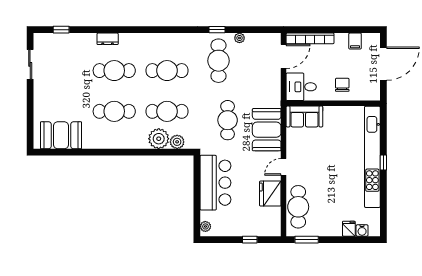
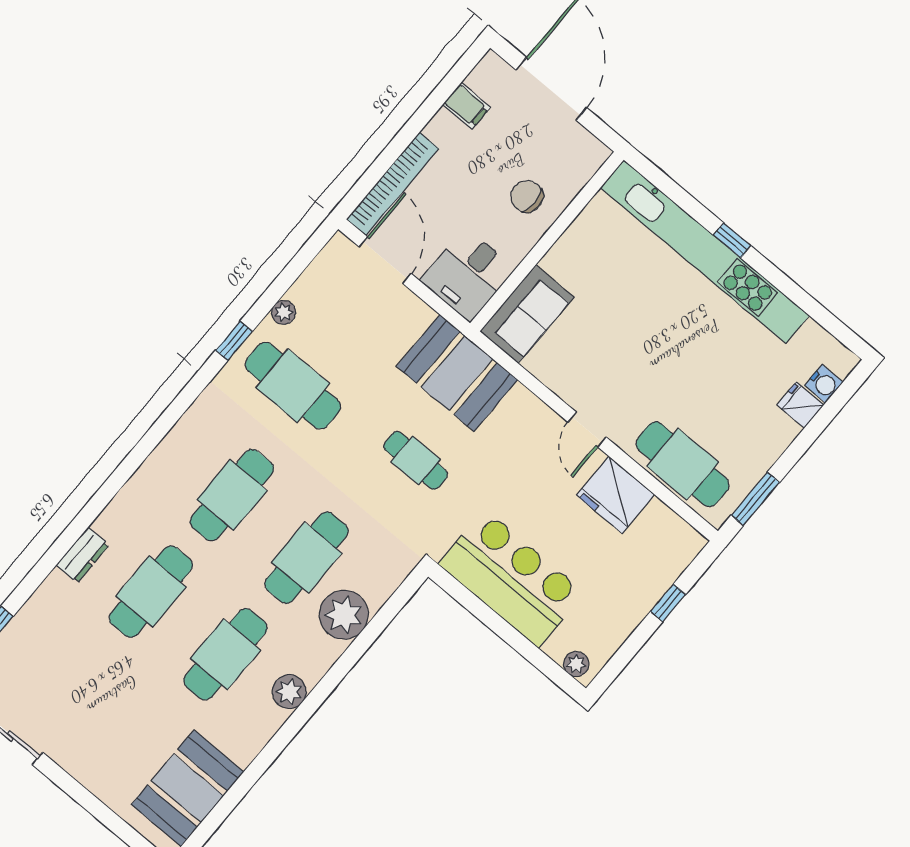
cafe table: (228, 120) -> (416, 460), width x0.73, depth x0.74
booth: (267, 130) -> (457, 373), moved
plant: (177, 142) -> (289, 692), moved

